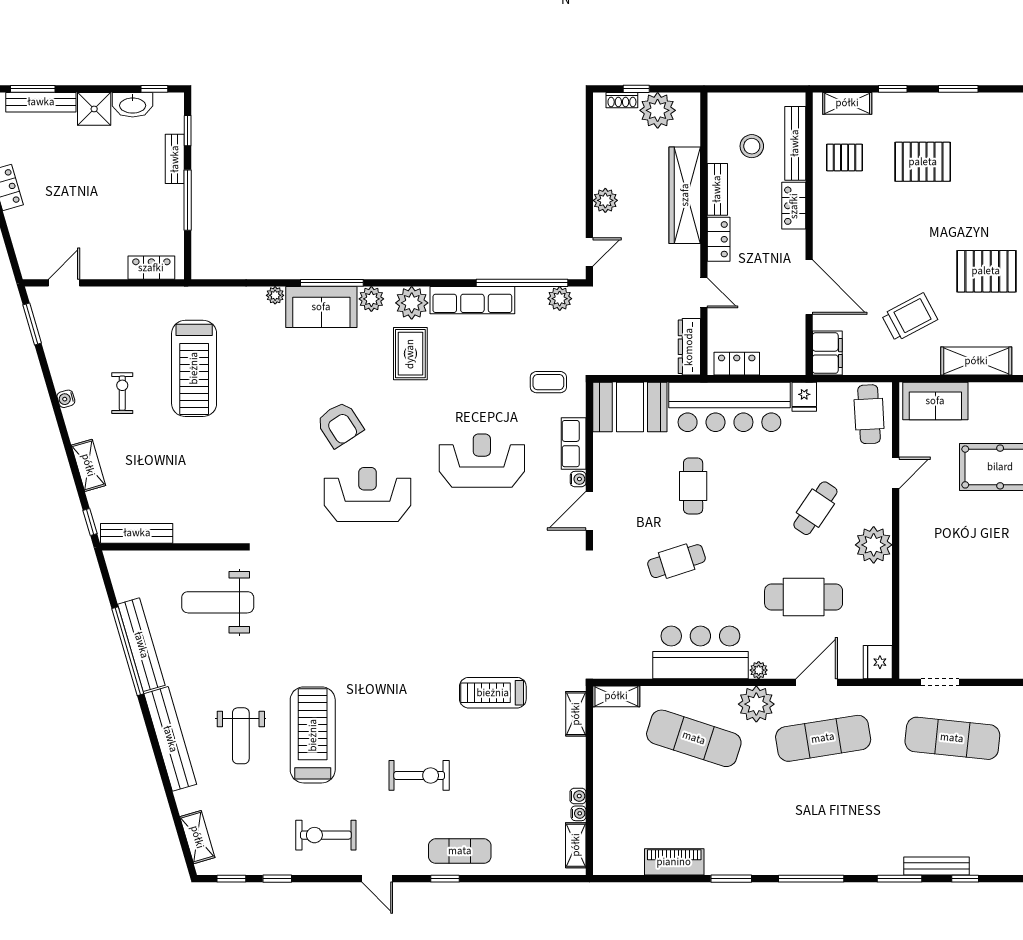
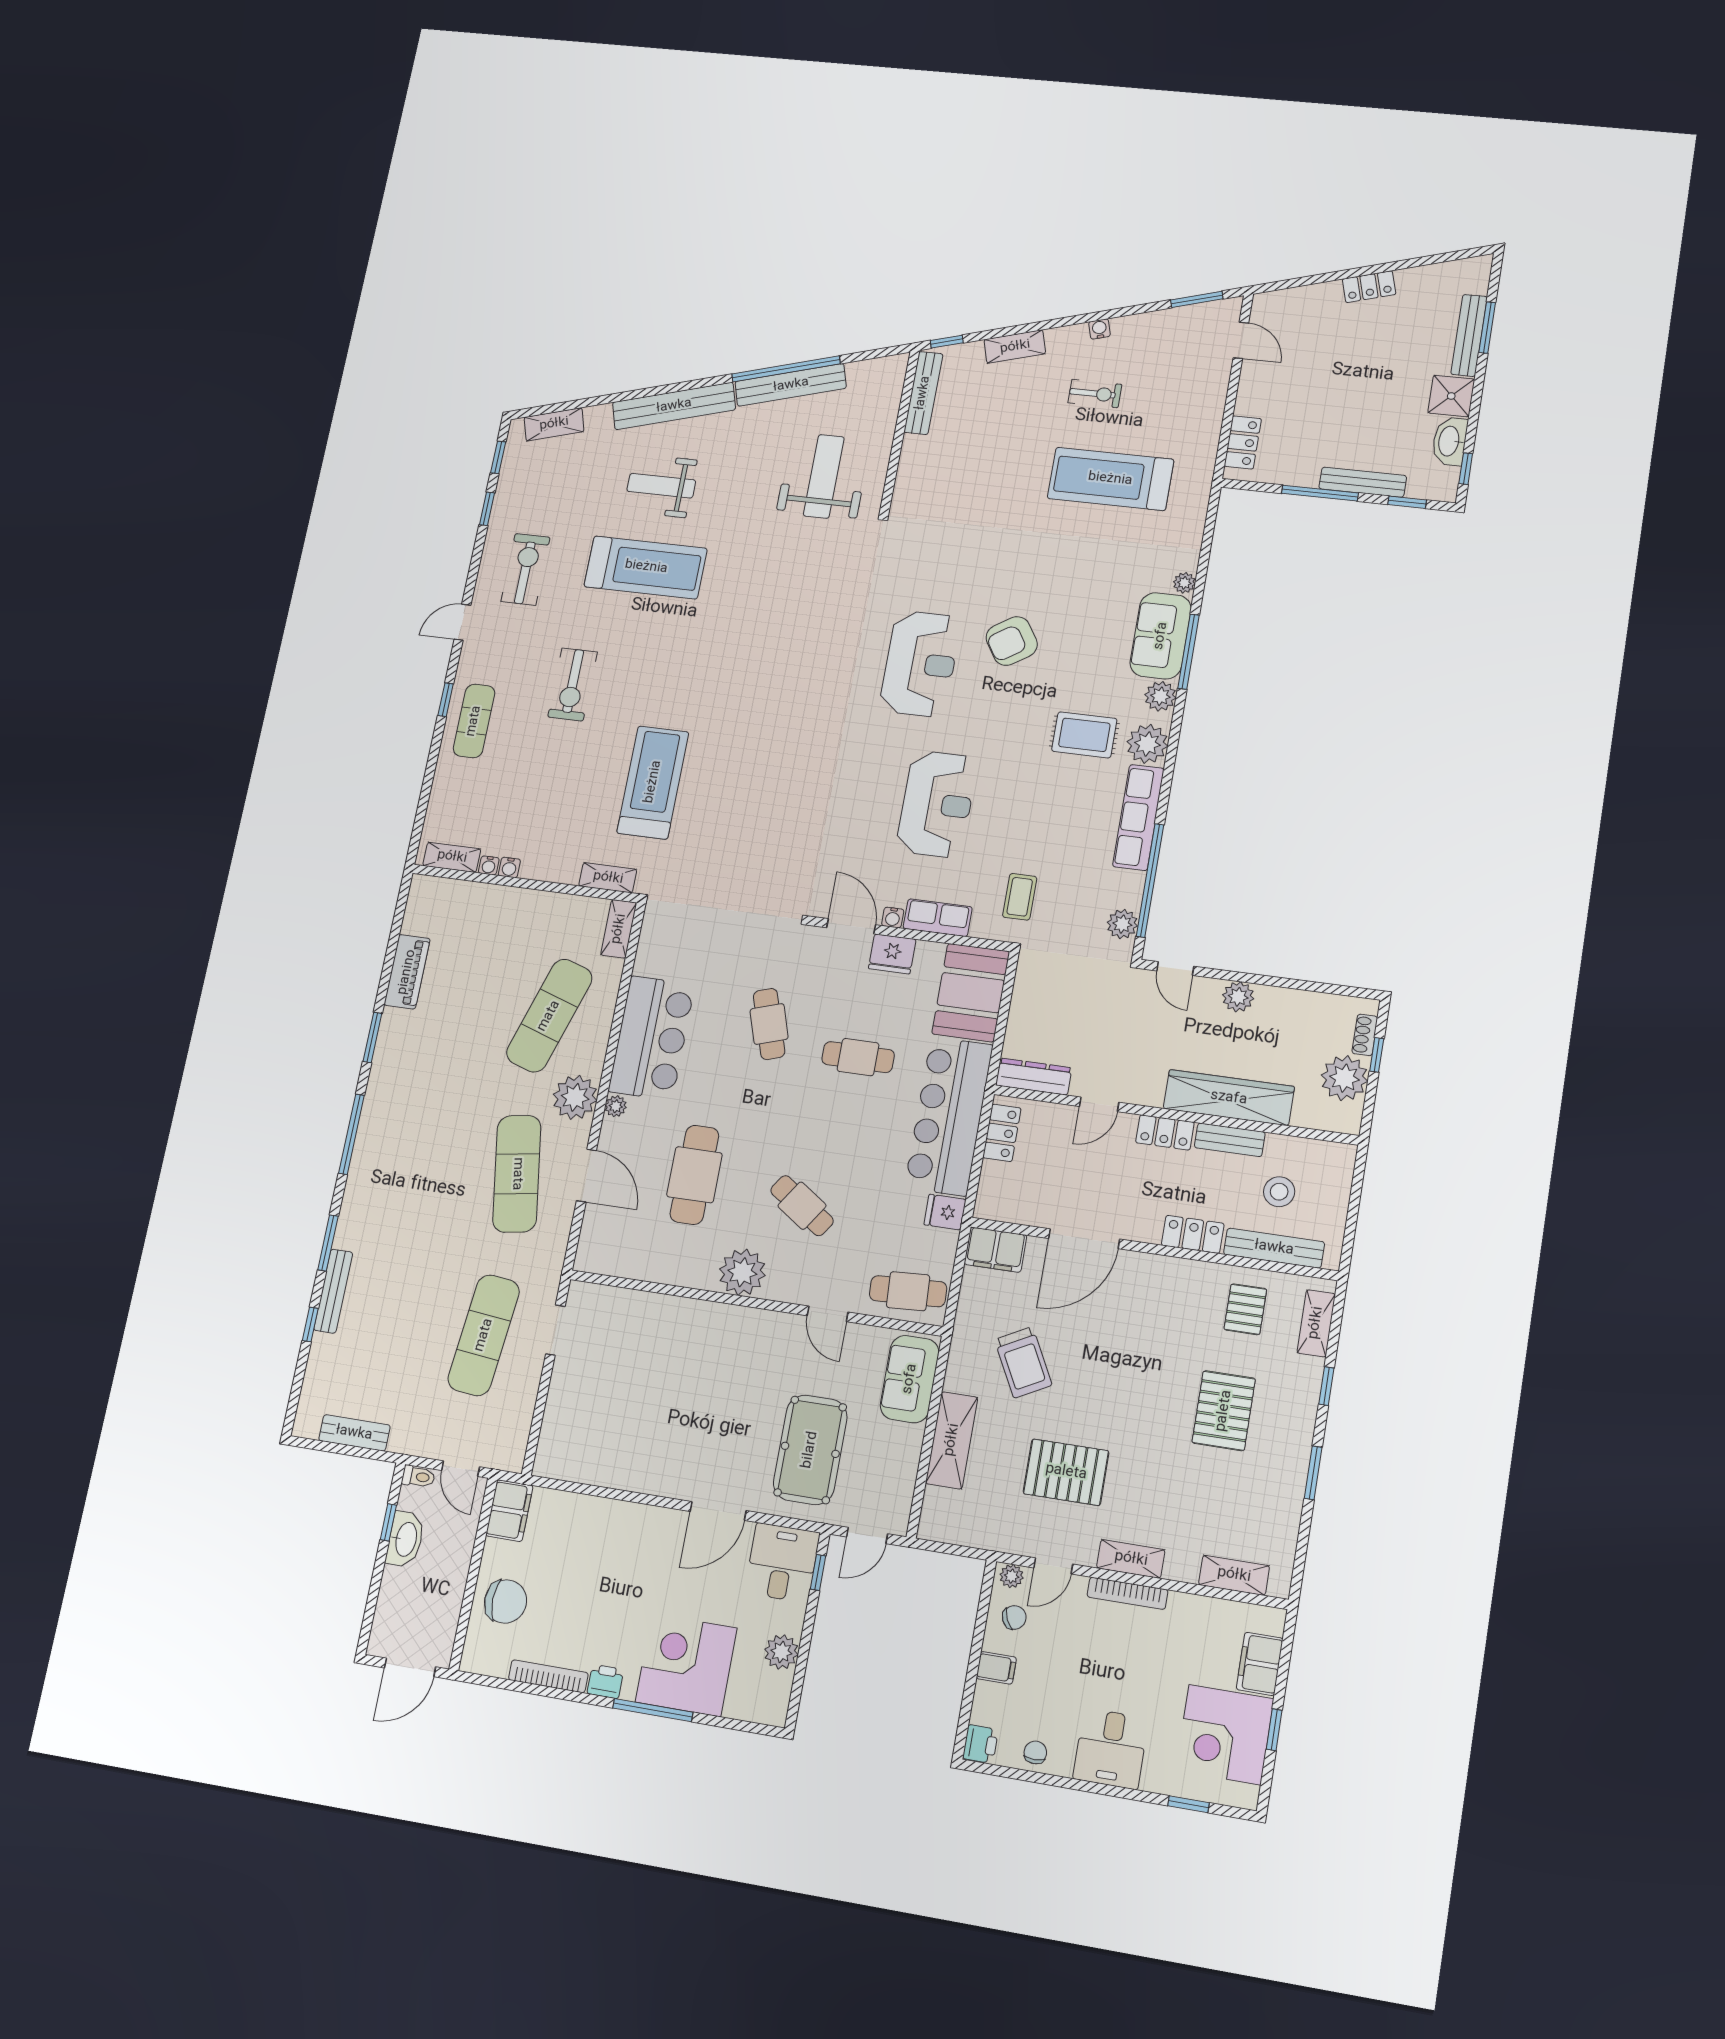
bench: (175, 159) -> (1363, 482), width x1.36
pallet: (986, 271) -> (1066, 1472), turned 90
fridge: (878, 662) -> (892, 954), moved, turned 180
treadmill: (493, 693) -> (653, 782), width x1.37, depth x1.38

